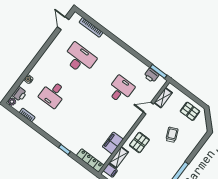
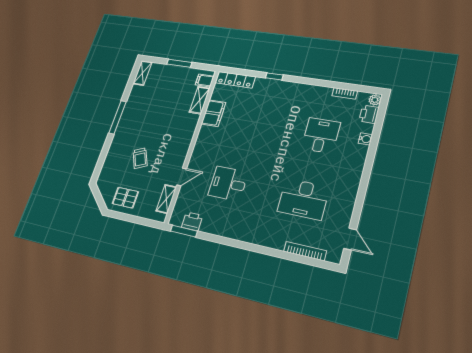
desk: (121, 90) -> (228, 184), turned 90
pallet: (139, 142) -> (179, 130), removed

